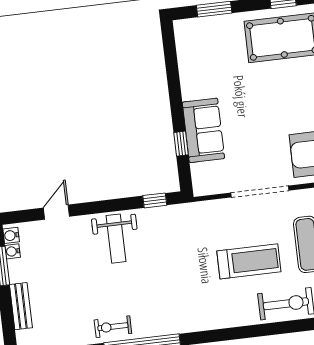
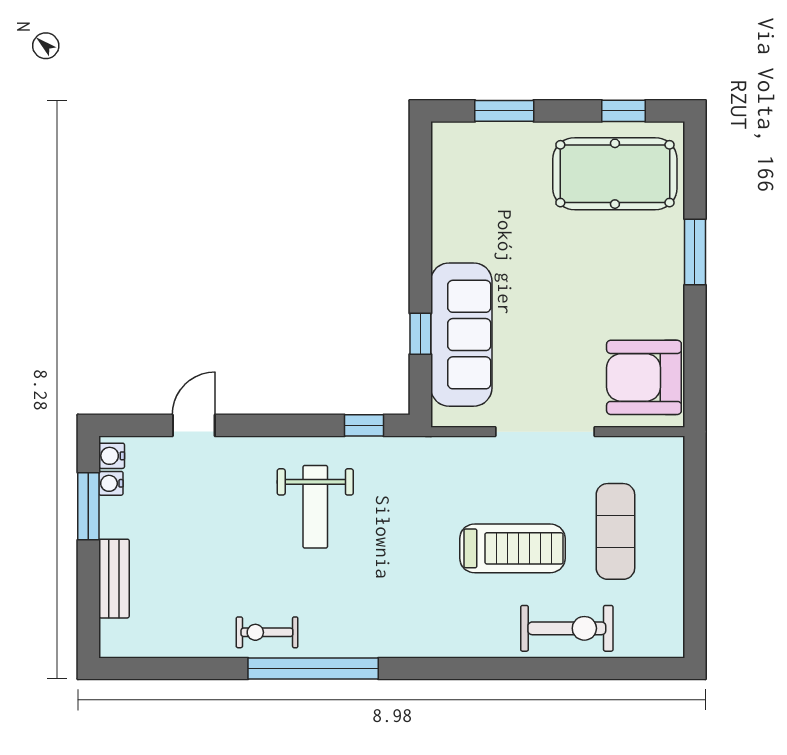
sofa: (203, 130) -> (461, 335), width x1.36
weight bench: (116, 239) -> (315, 507), moved

